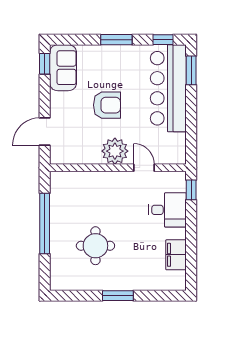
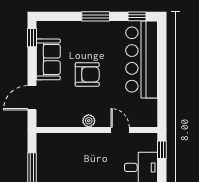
sofa: (63, 68) -> (48, 59), moved
window: (191, 70) -> (162, 44), removed
plant: (115, 151) -> (89, 121), width x0.53, depth x0.53

